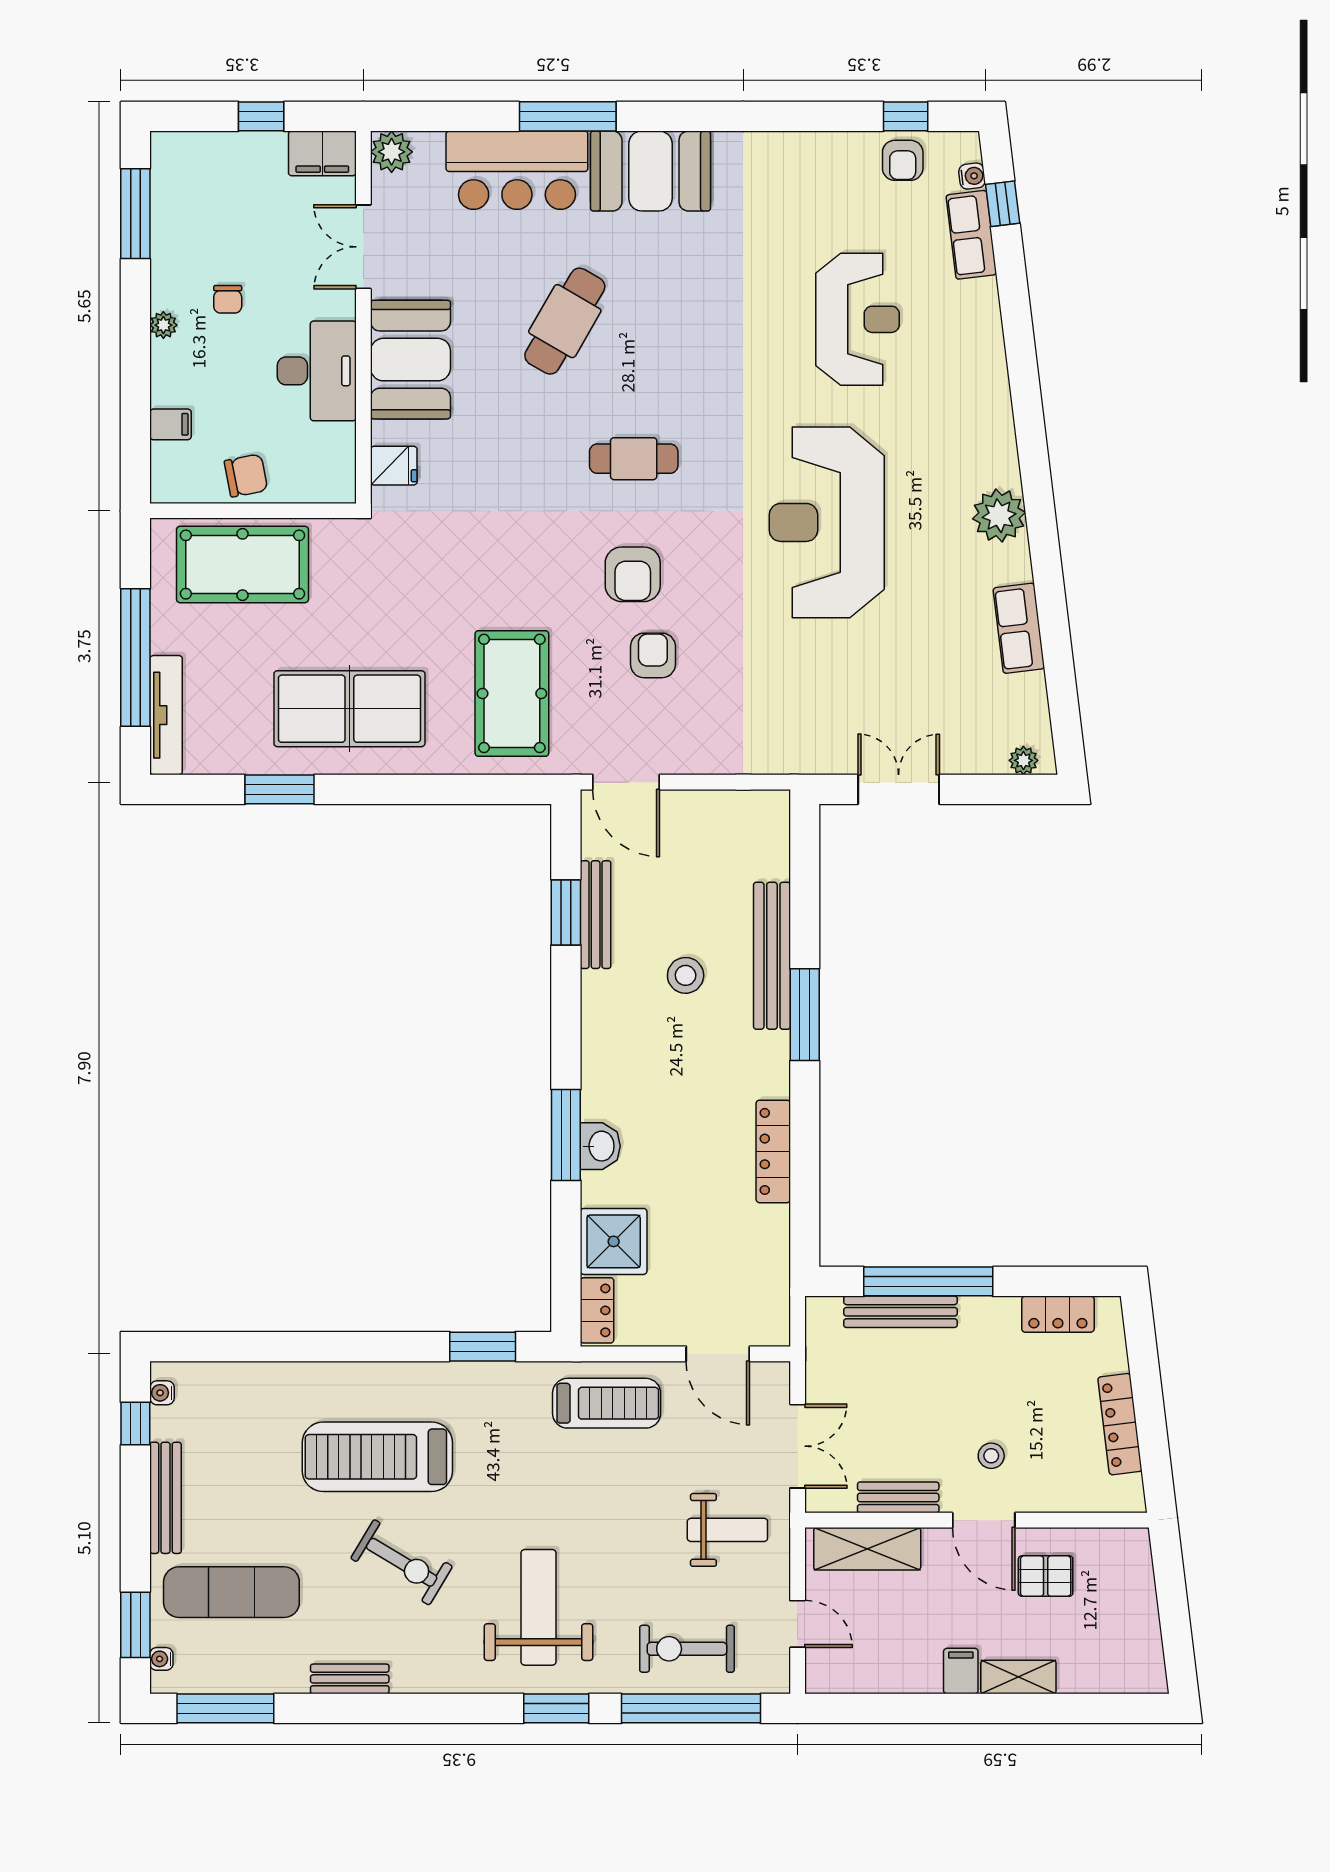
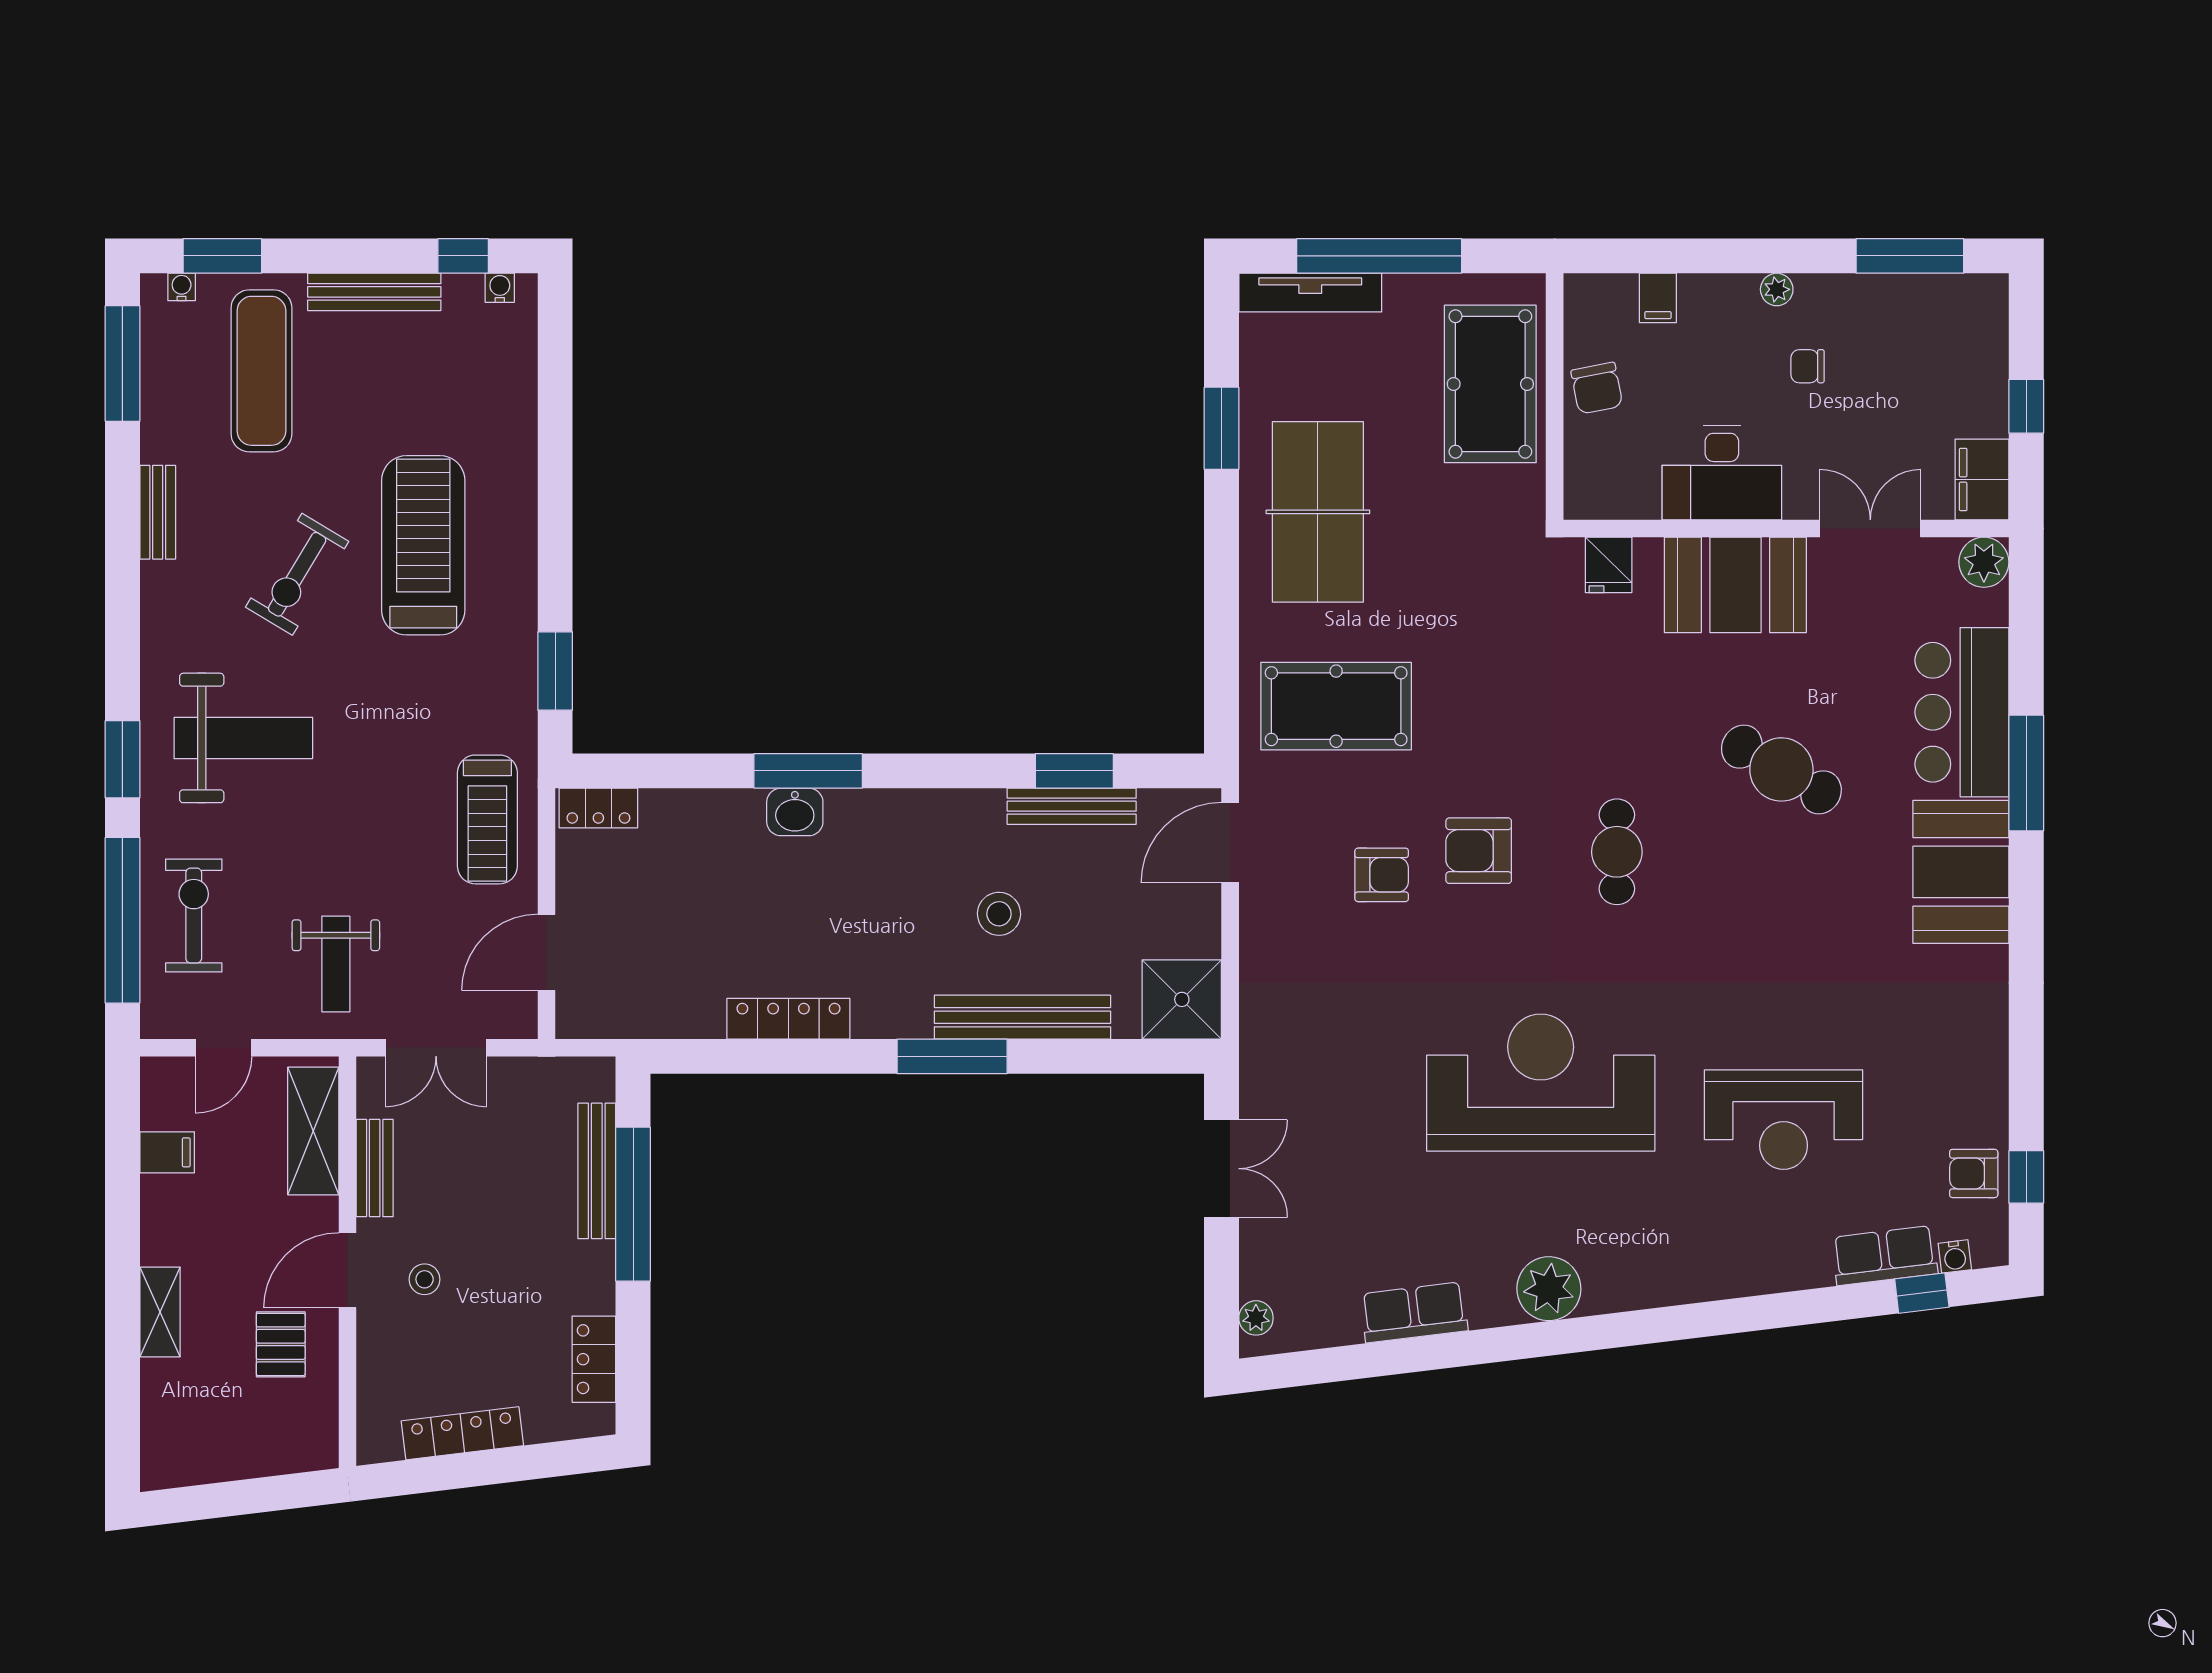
shower: (614, 1241) -> (1182, 999), moved
filing cabinet: (961, 1671) -> (167, 1152), moved

